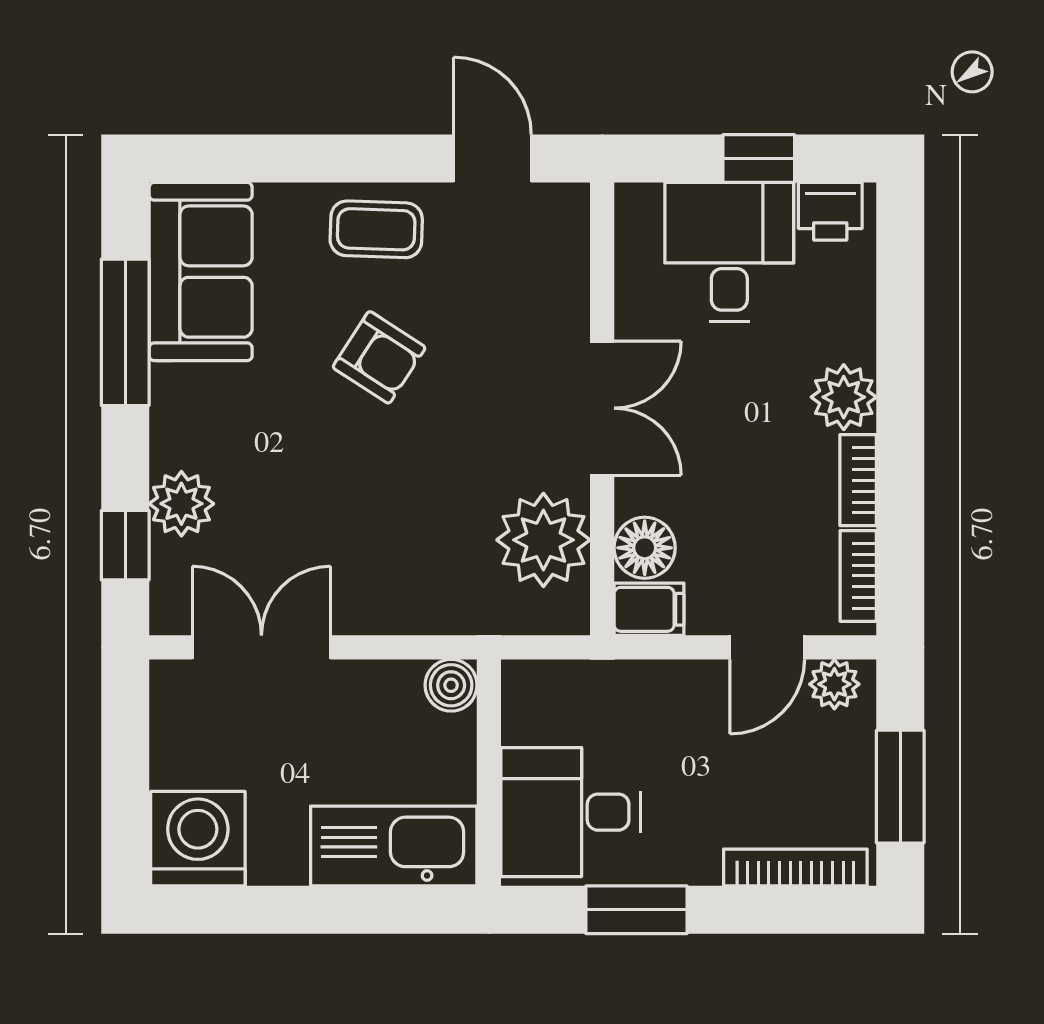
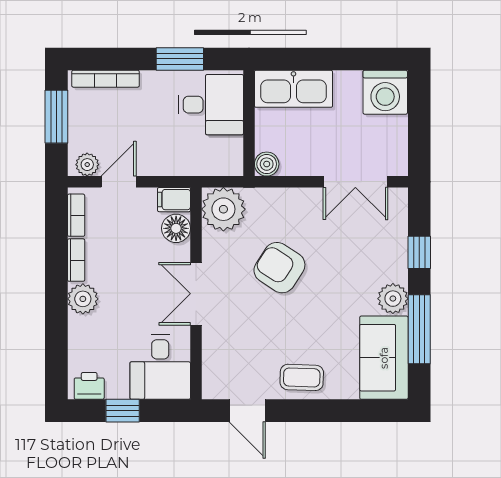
desk: (729, 252) -> (160, 367), moved
armchair: (379, 357) -> (279, 268), moved, width x1.38, depth x1.38
plant: (181, 504) -> (393, 299), moved
plant: (543, 540) -> (223, 209), moved
window: (125, 545) -> (419, 252), moved

